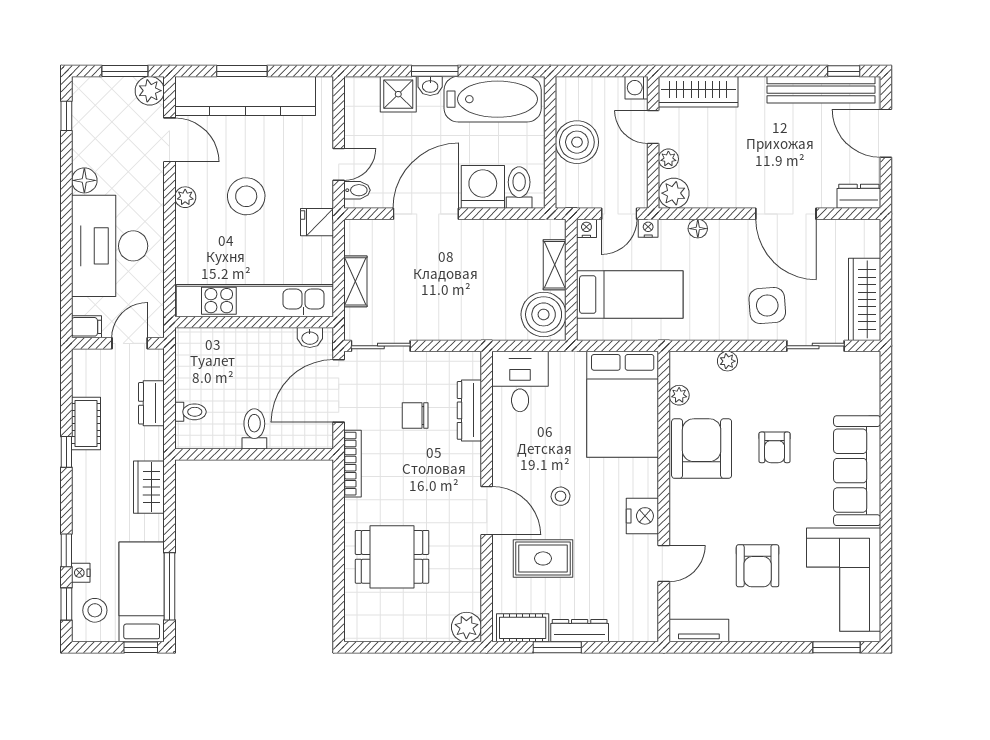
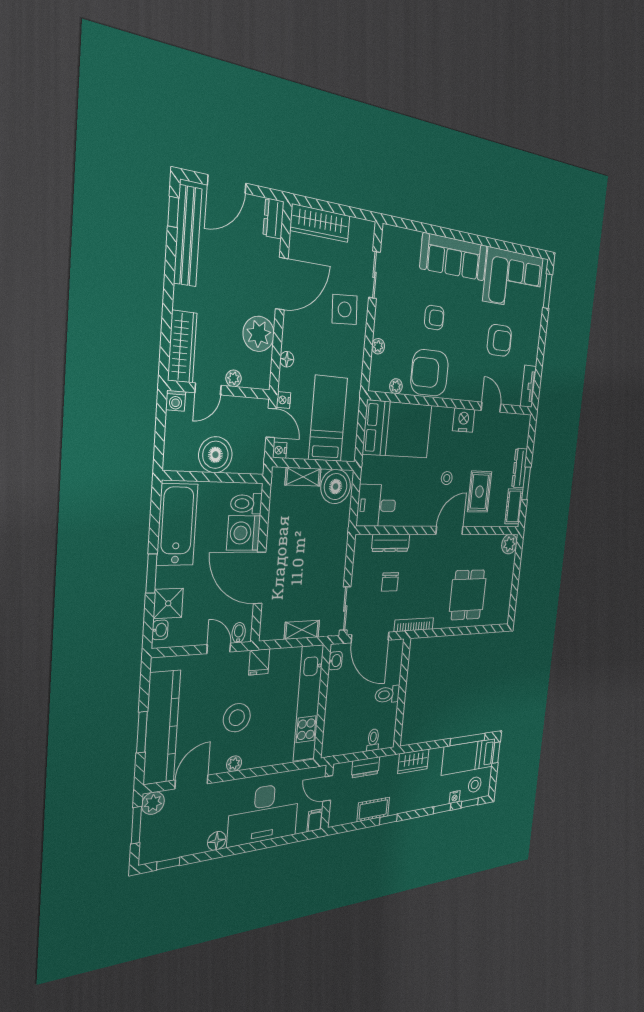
washbasin: (430, 86) -> (160, 630), moved
plant: (674, 193) -> (259, 334), moved, width x1.36, depth x1.36
wardrobe: (865, 299) -> (320, 223), moved

